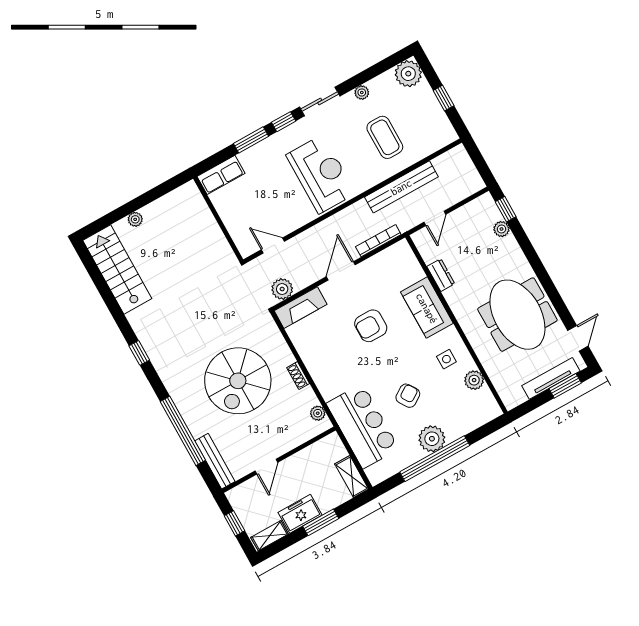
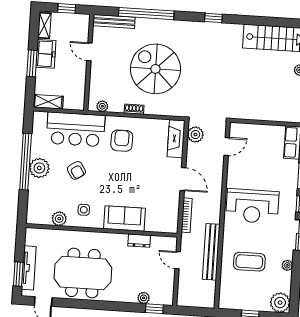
armchair: (371, 326) -> (122, 141), moved

